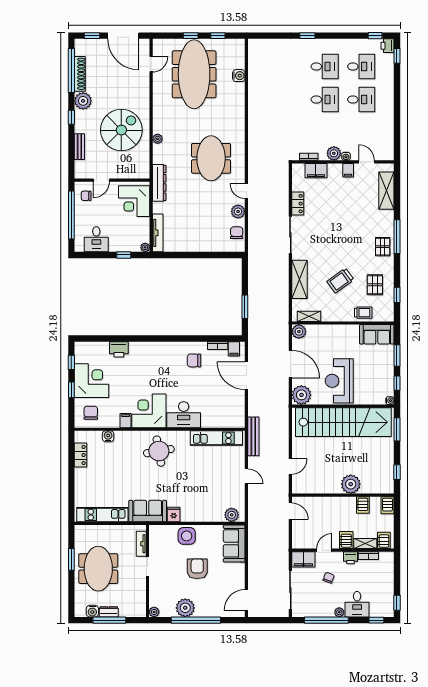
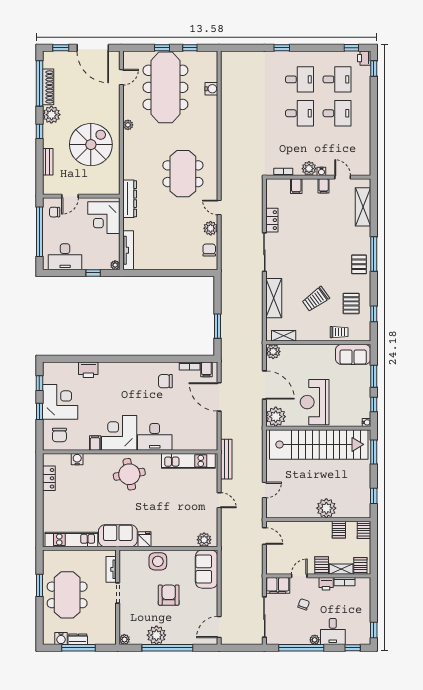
plant: (158, 139) -> (128, 125), moved
filing cabinet: (316, 171) -> (296, 186), width x0.50
desk: (96, 239) -> (65, 257), width x1.37
chair: (91, 413) -> (59, 435), turned 180

